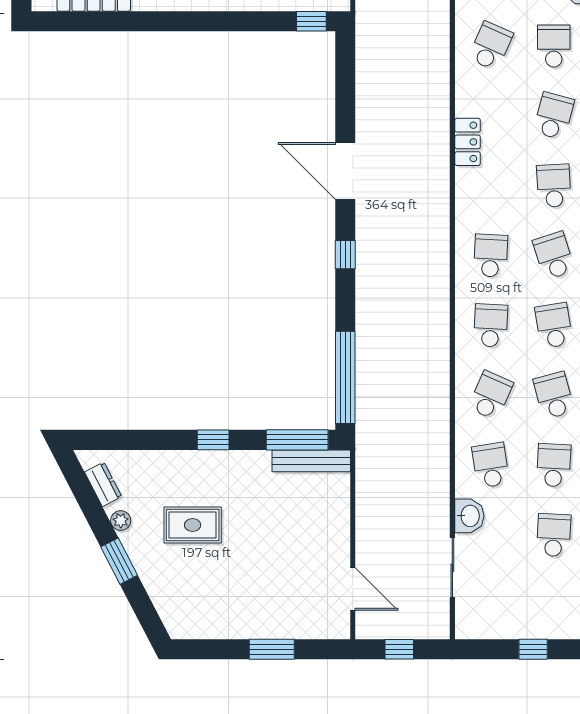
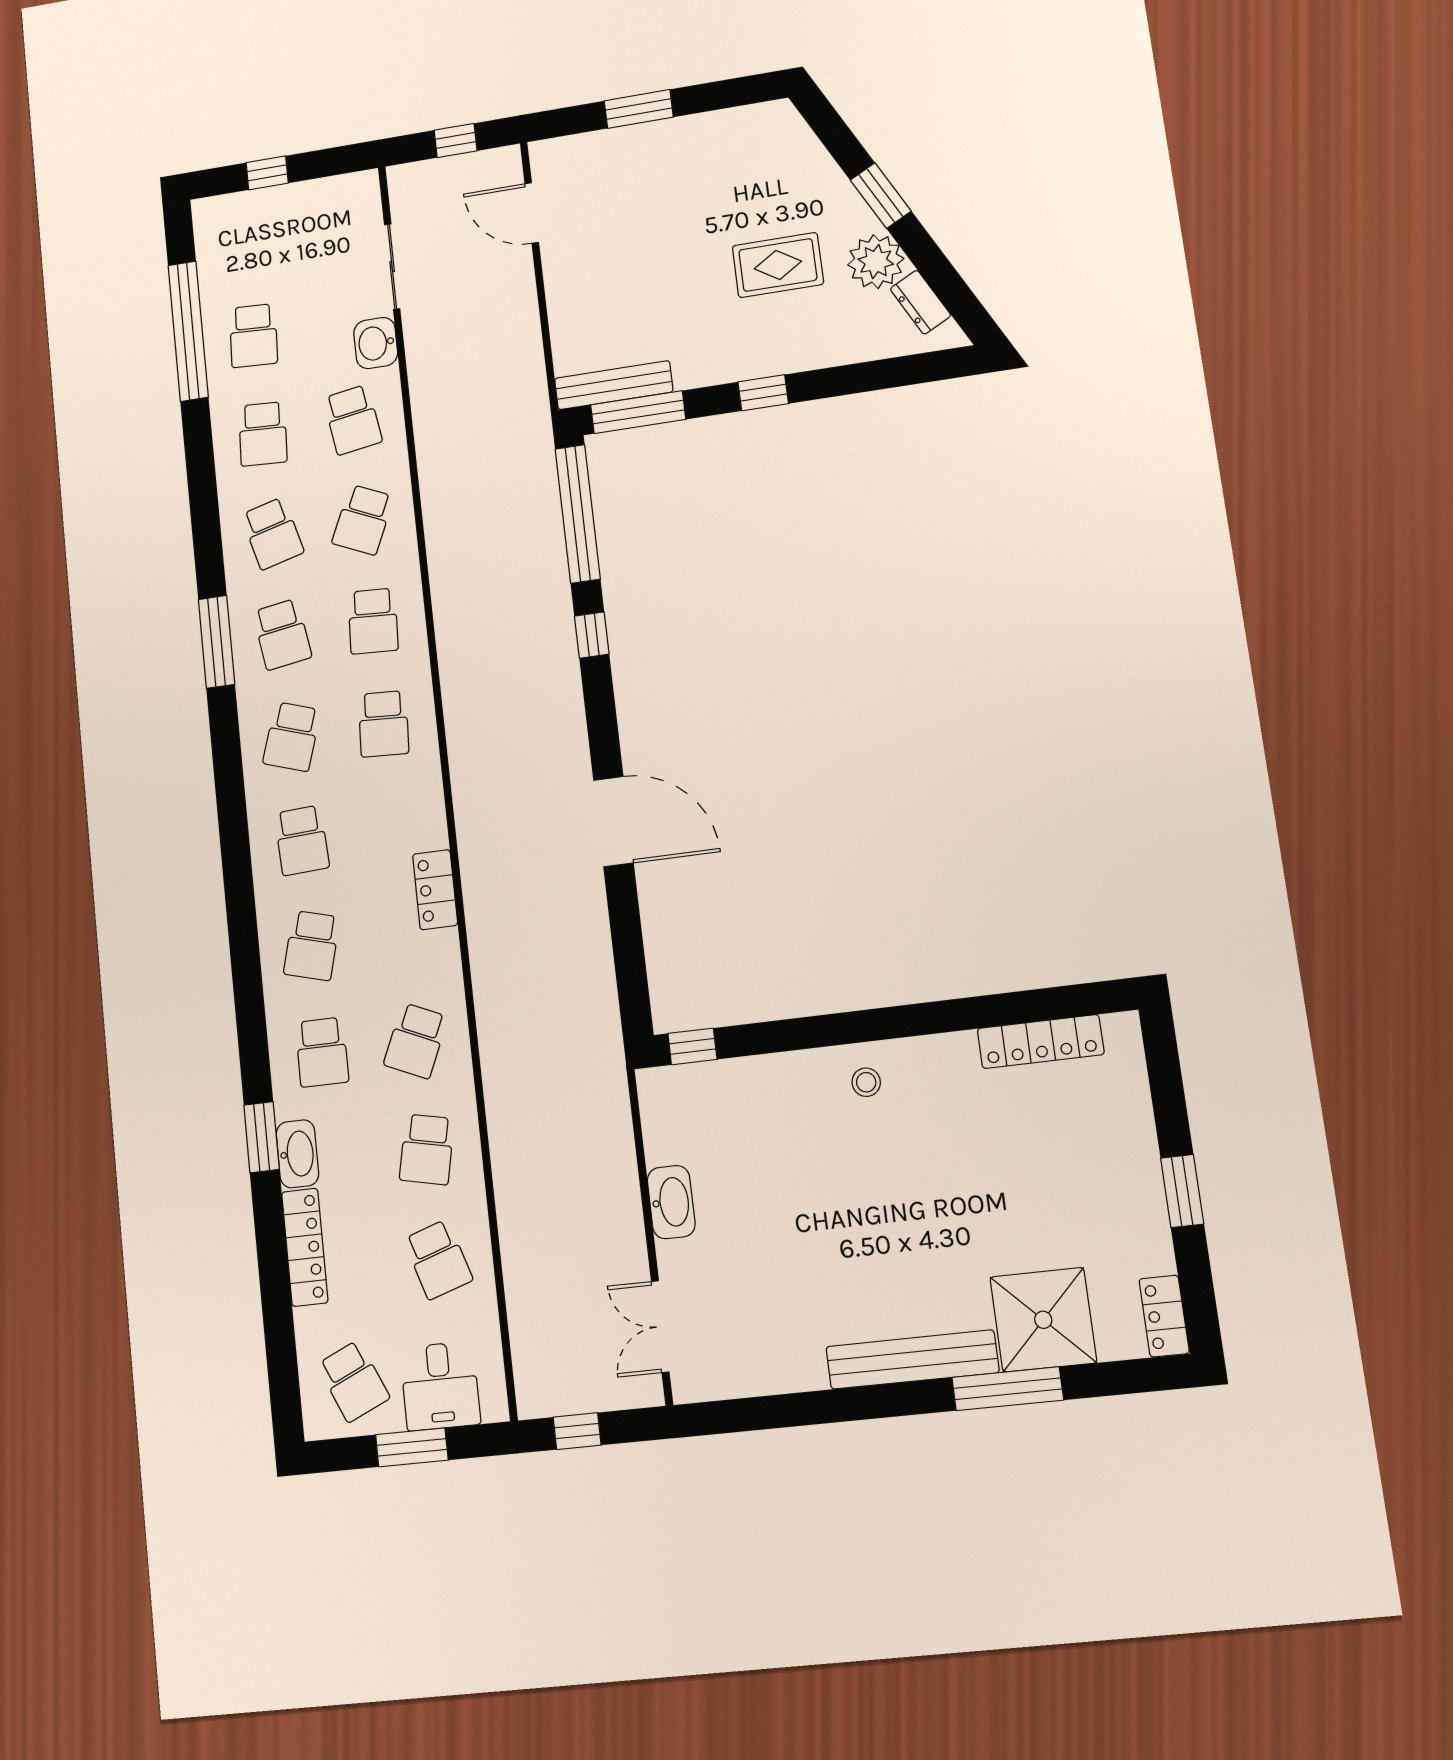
window: (345, 255) -> (592, 635), moved
school desk: (554, 256) -> (292, 737), turned 36
plant: (121, 521) -> (876, 262), width x1.88, depth x1.88

